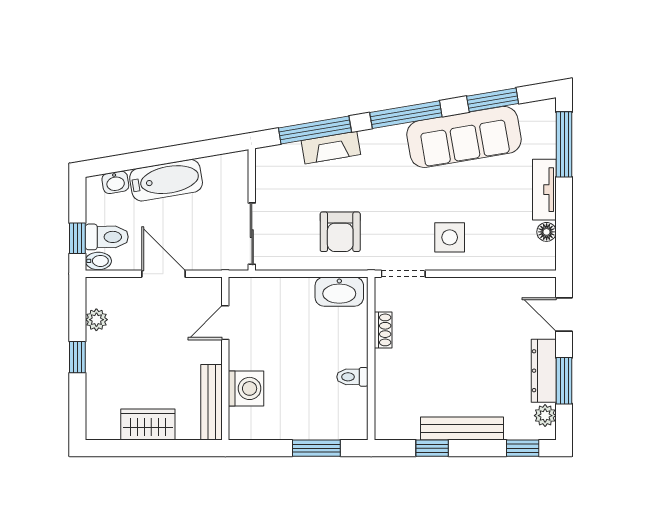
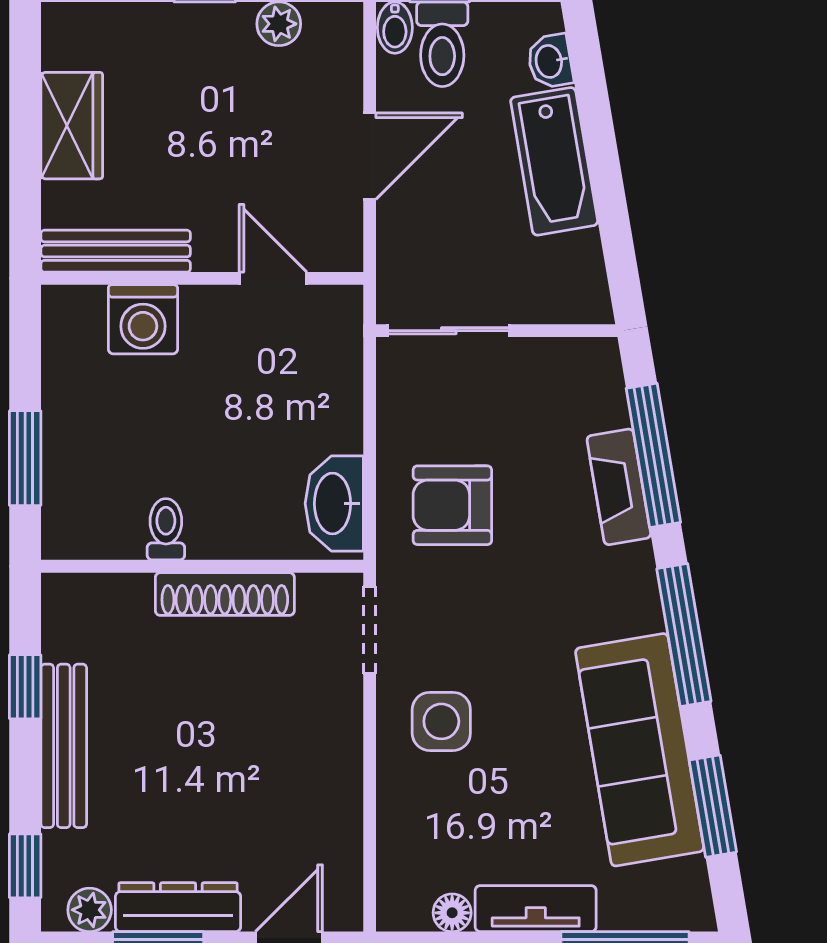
shoe rack: (383, 330) -> (225, 594), width x1.94, depth x1.24

